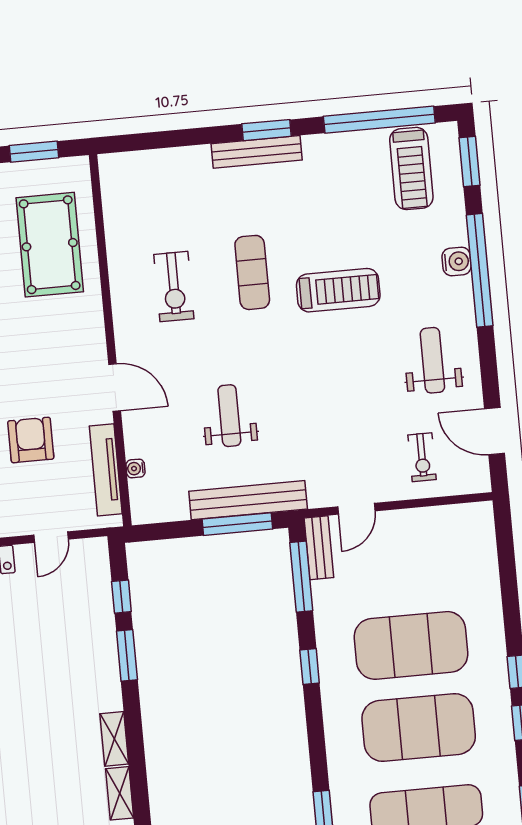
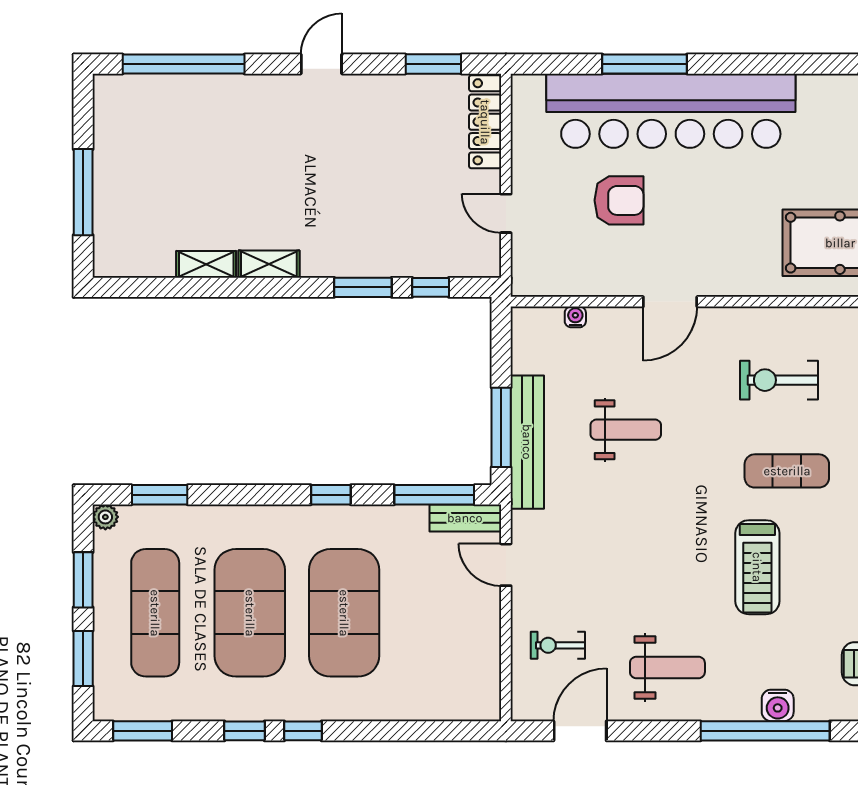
tv unit: (106, 470) -> (577, 283), removed

